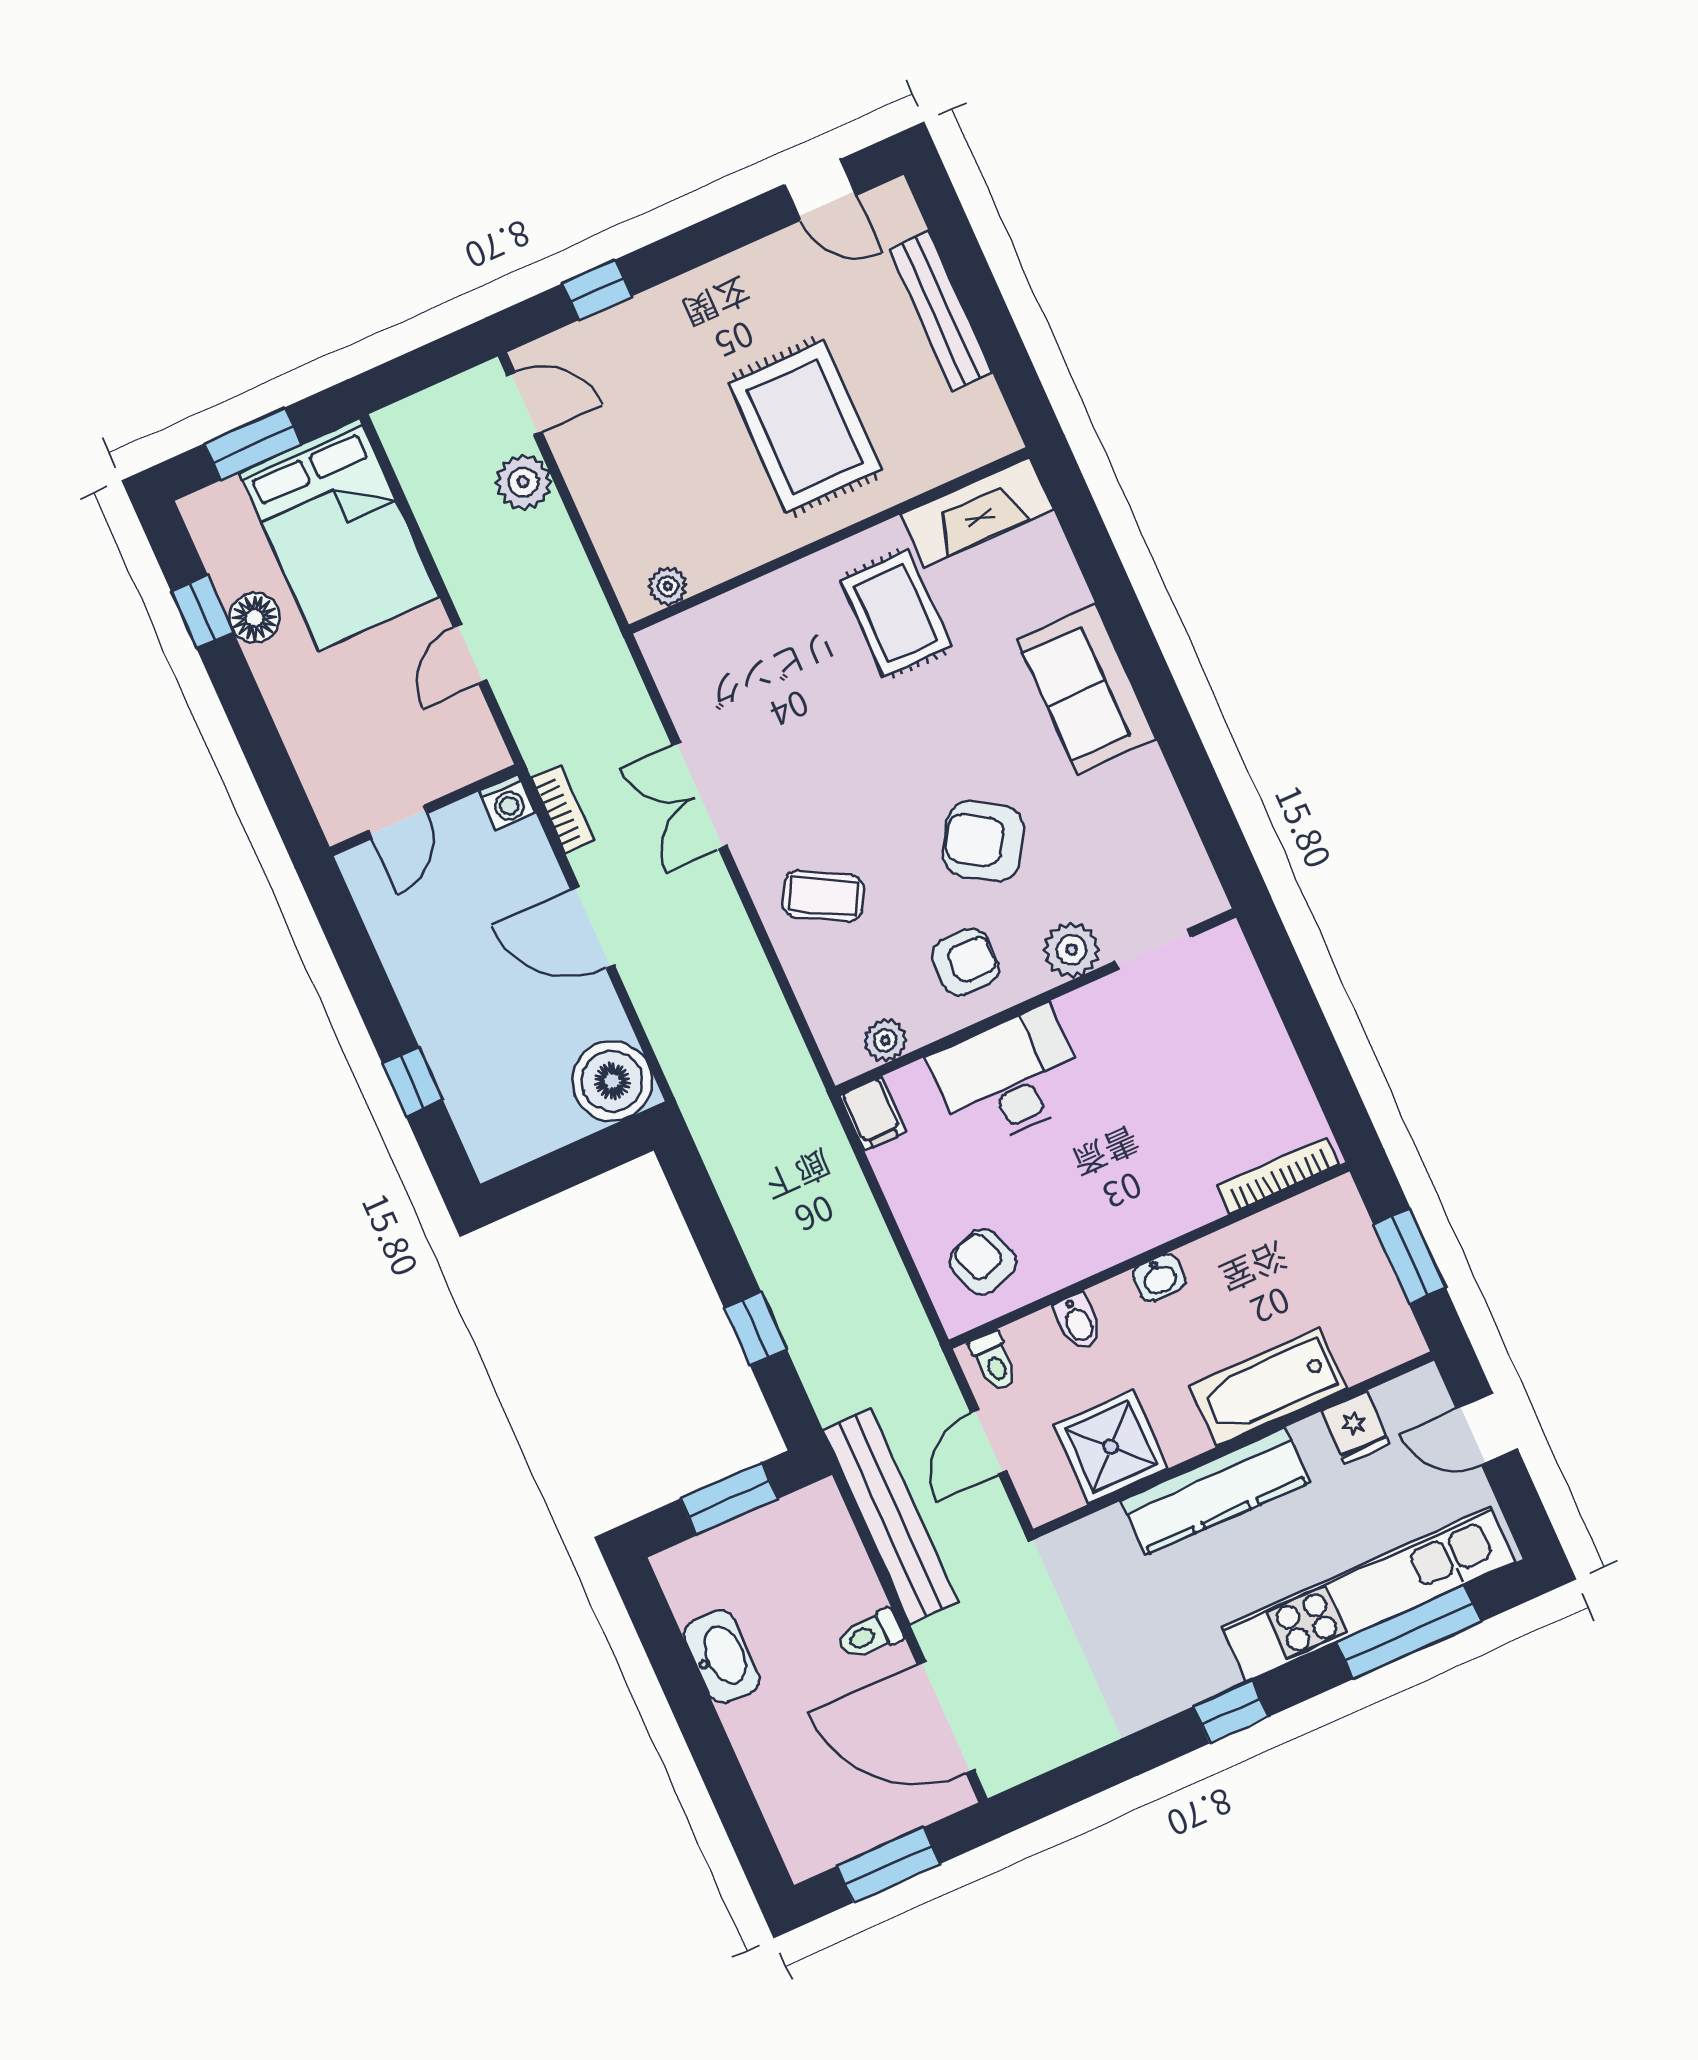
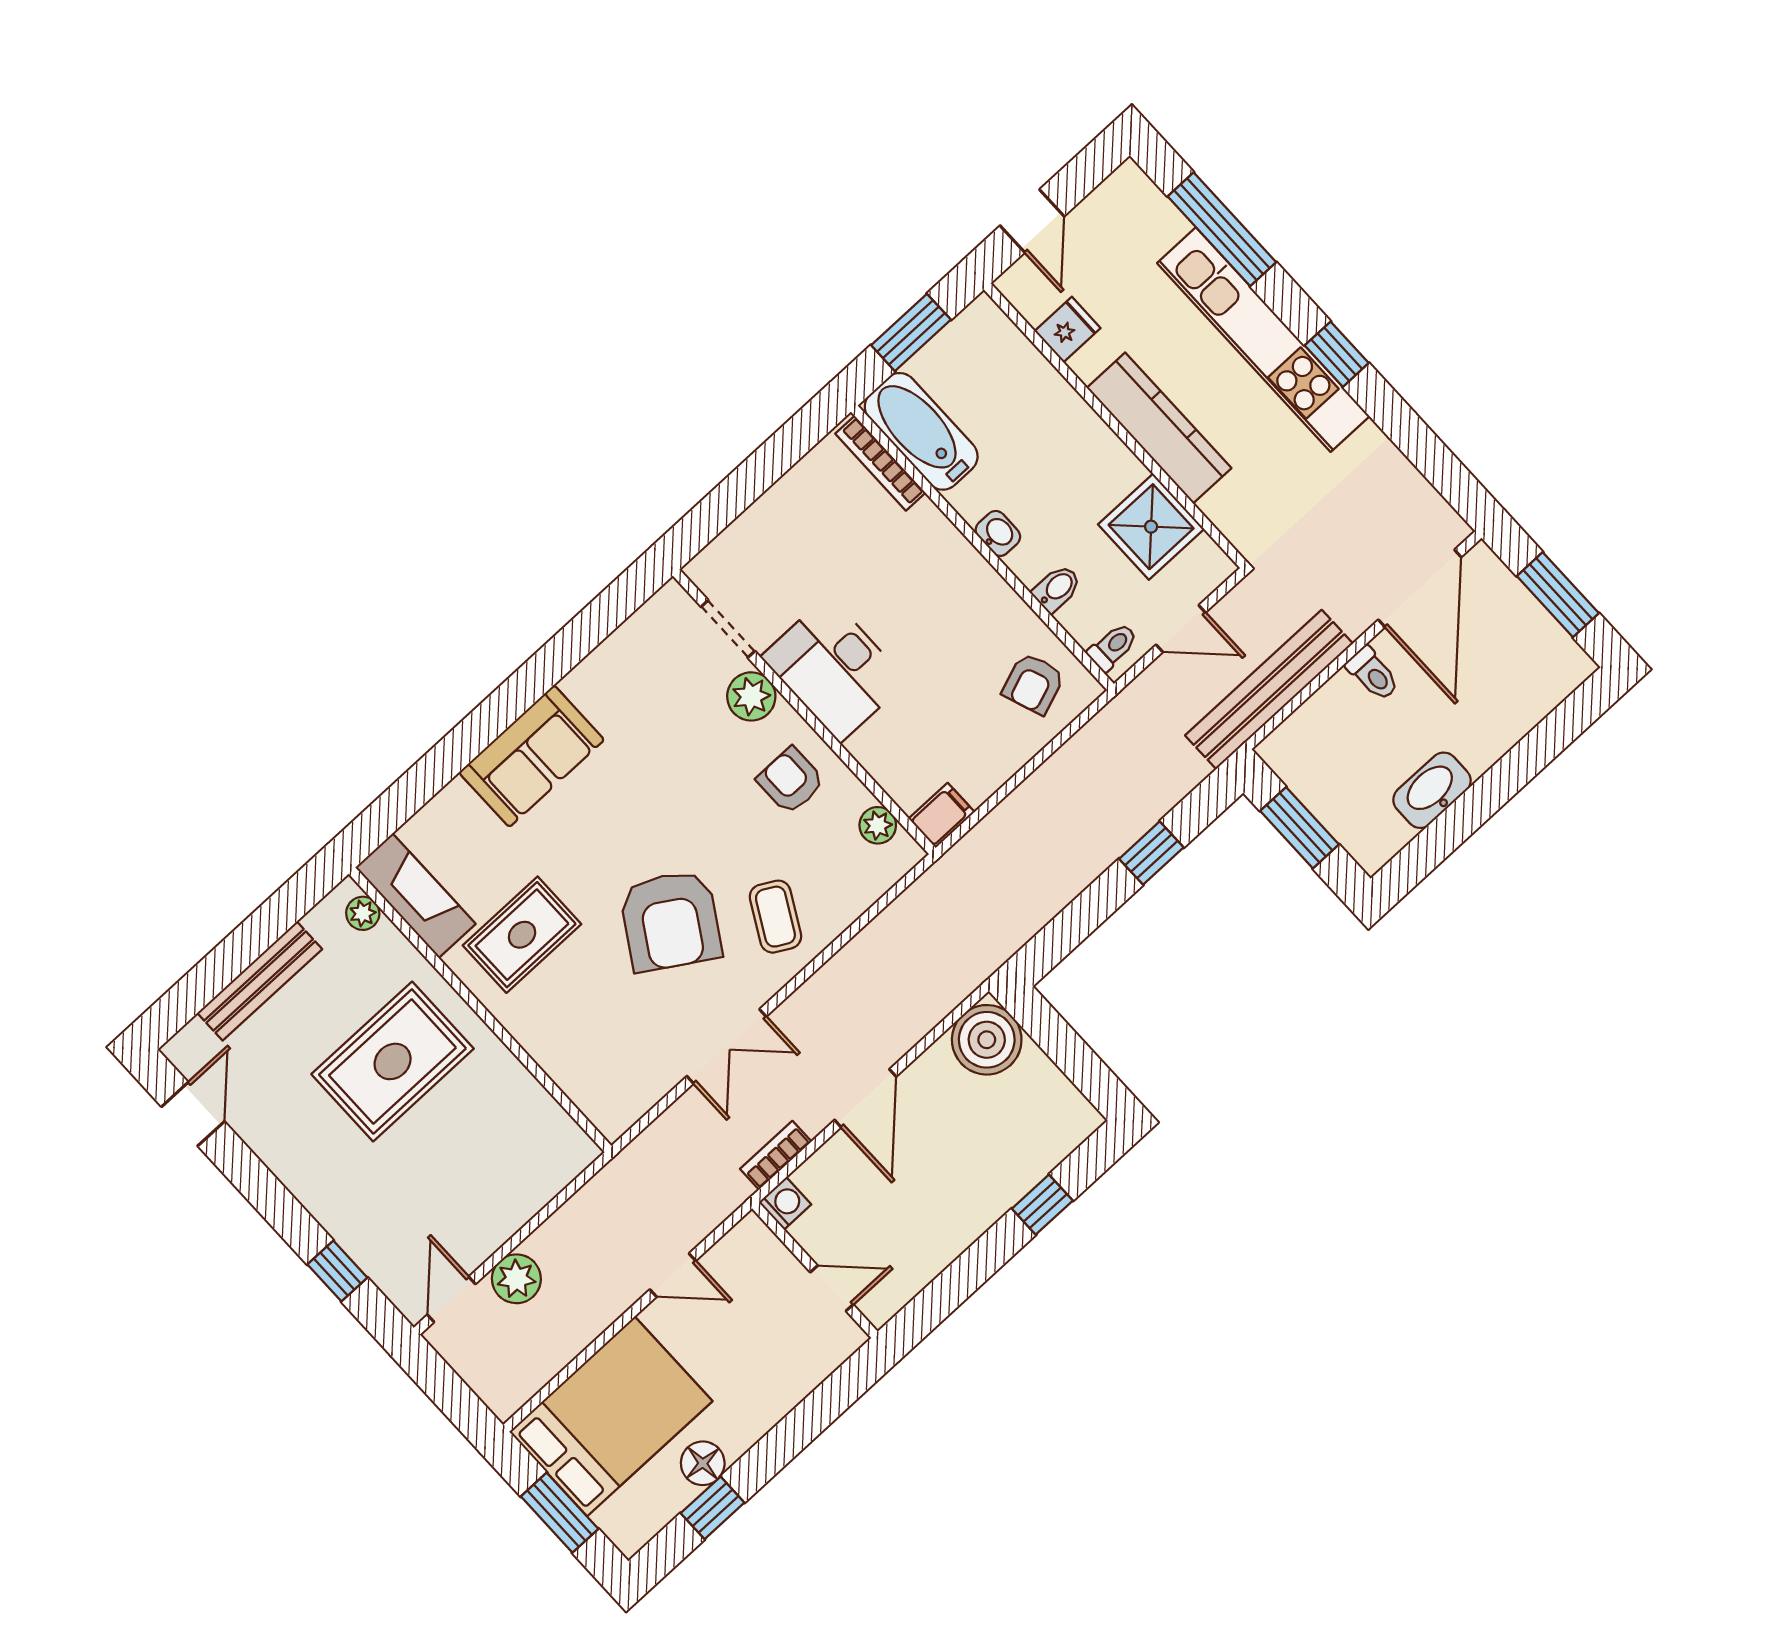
plant: (668, 586) -> (363, 913), moved
armchair: (983, 841) -> (670, 921), moved, width x1.36, depth x1.36
desk: (1009, 1078) -> (834, 669), moved
bathtub: (1268, 1387) -> (921, 431), moved, turned 180
kitchen unit: (1368, 1595) -> (1263, 340), moved

